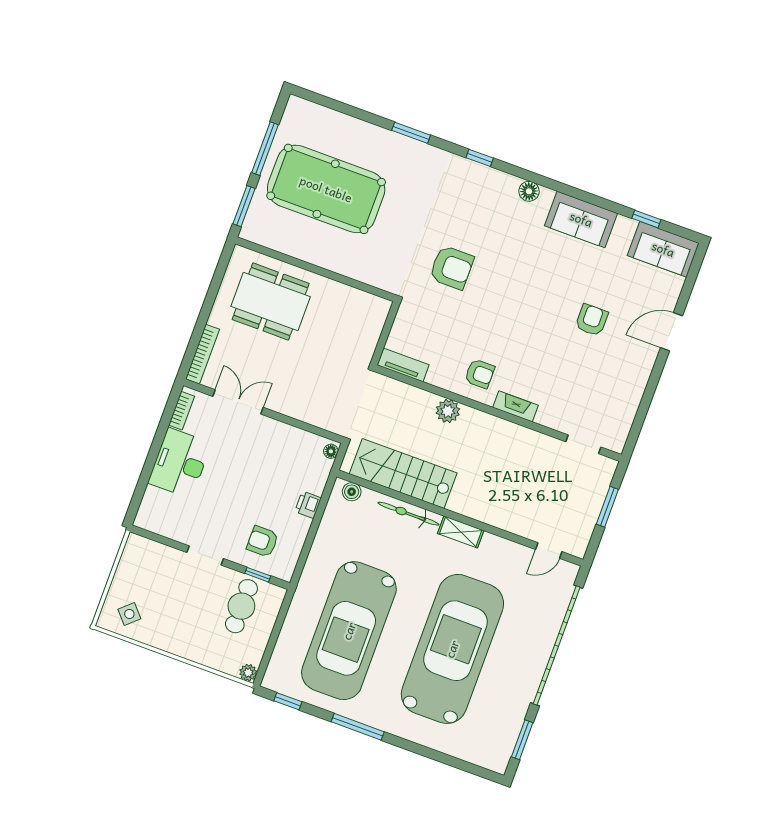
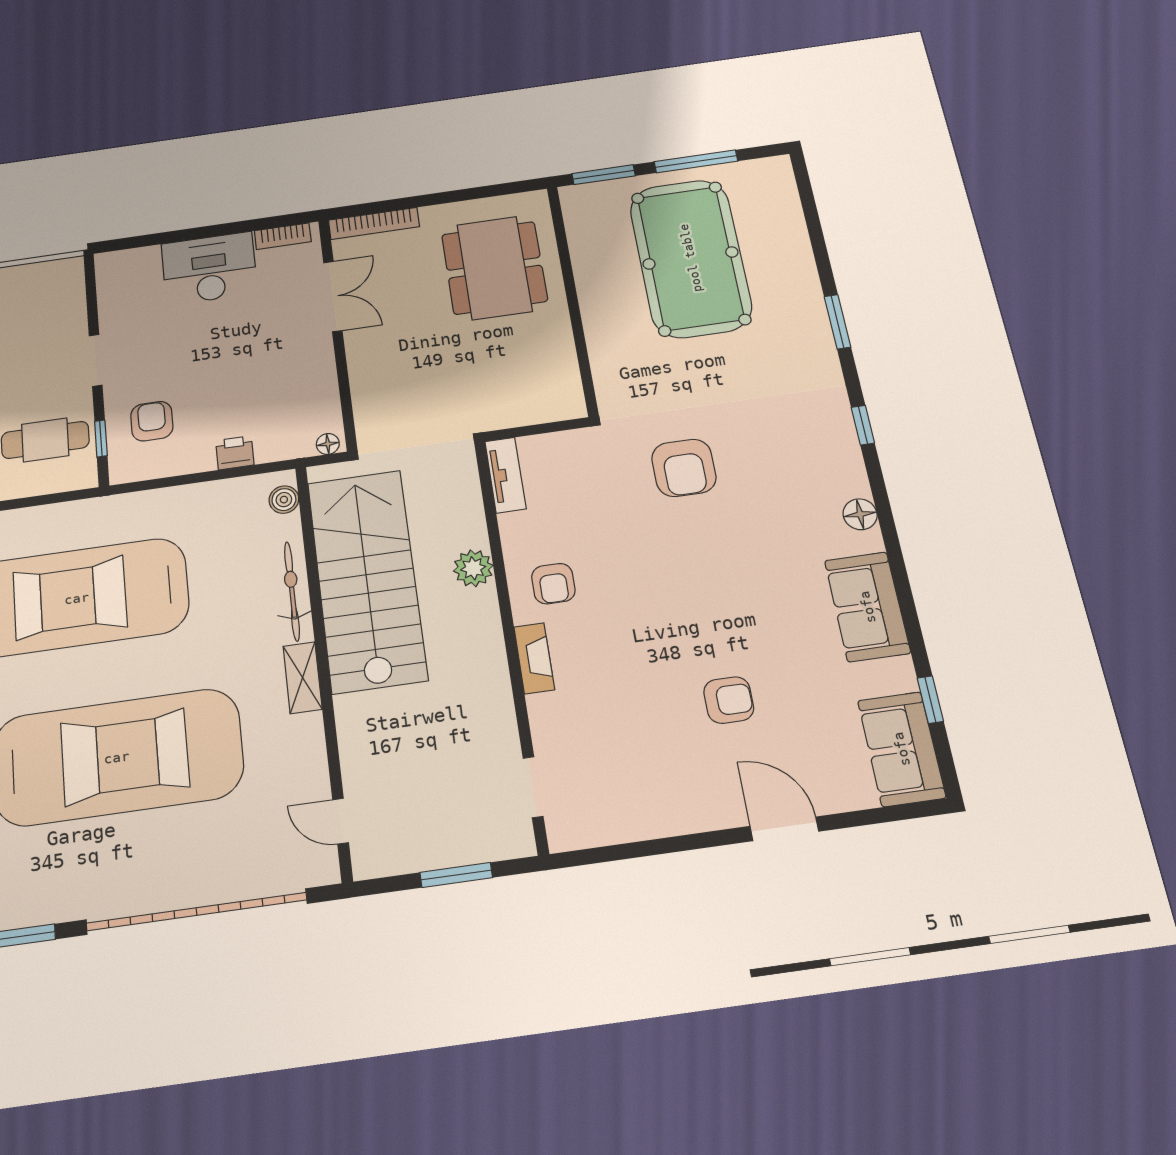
stairs: (403, 474) -> (367, 580), width x1.36, depth x1.51

